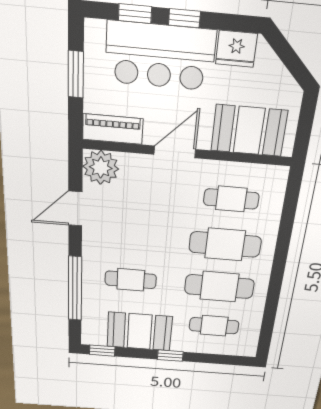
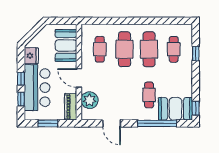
plant: (101, 168) -> (90, 100), moved
booth: (140, 332) -> (176, 109), moved, turned 90
window: (170, 356) -> (196, 54), moved

